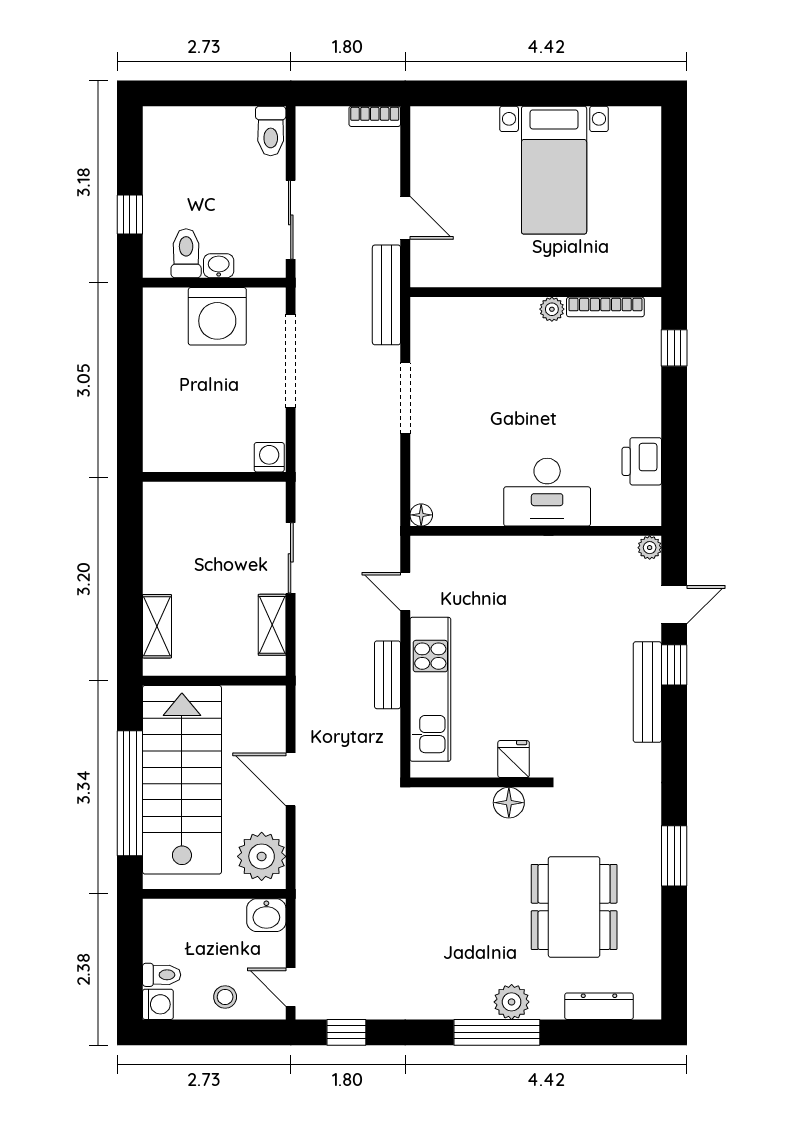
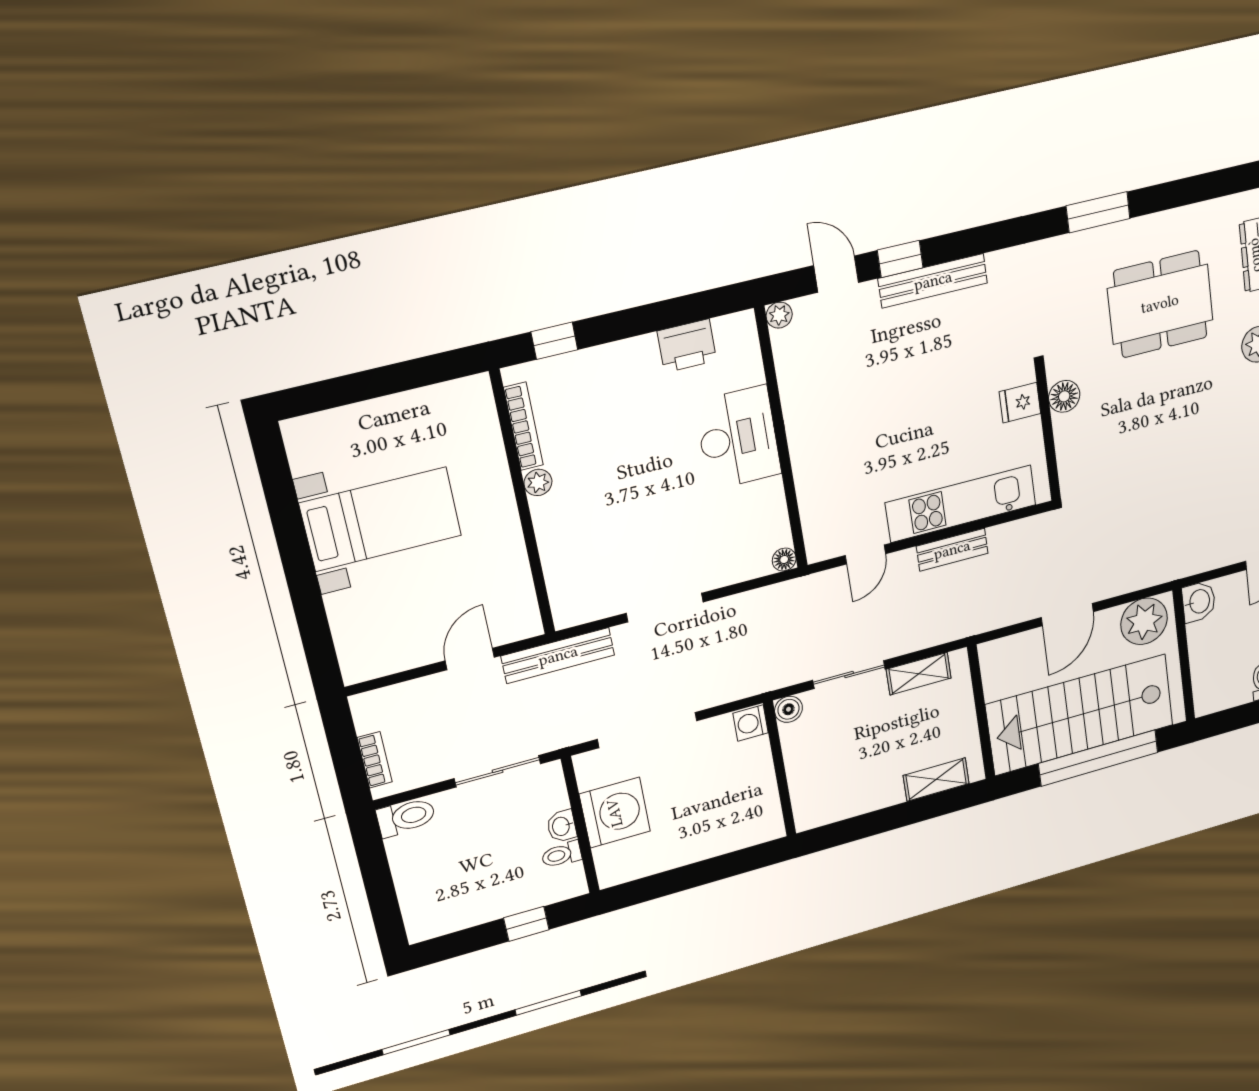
bookcase: (375, 116) -> (375, 760), moved
toilet: (186, 253) -> (562, 855), width x0.73, depth x0.72
boiler: (272, 495) -> (788, 709), added

